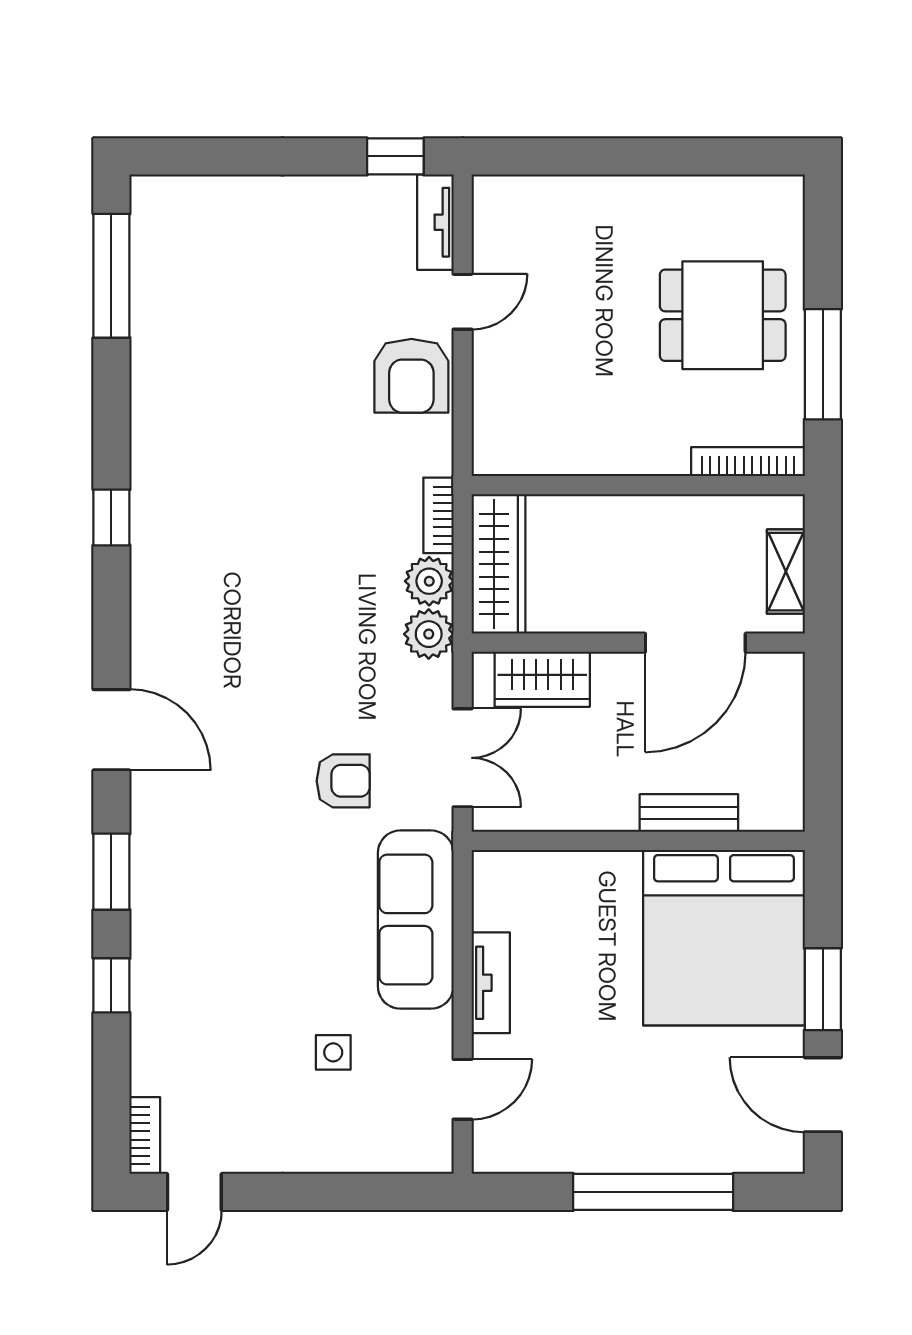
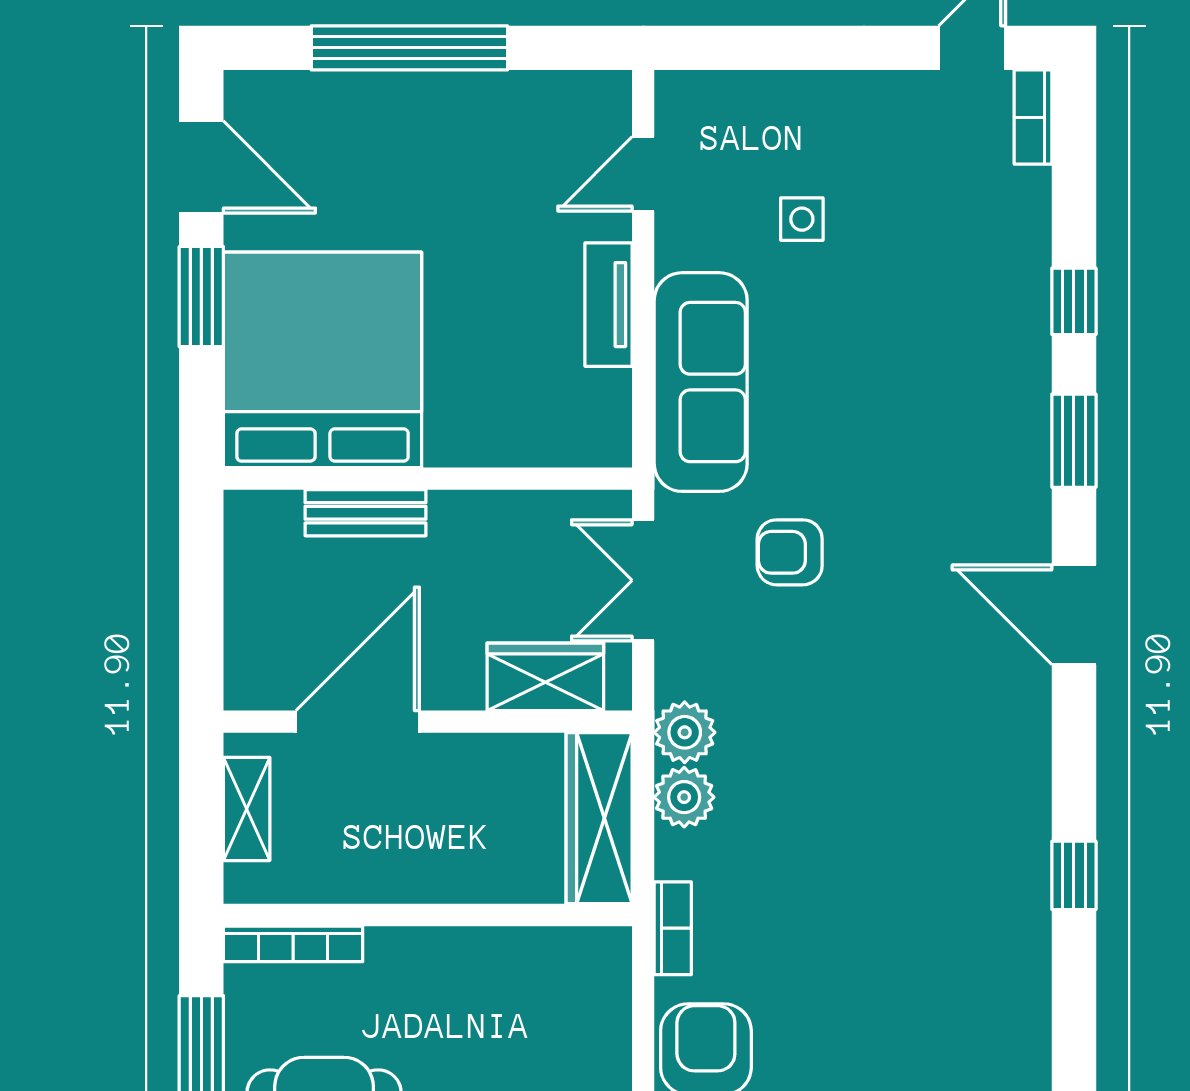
bookcase: (438, 515) -> (673, 928), moved

